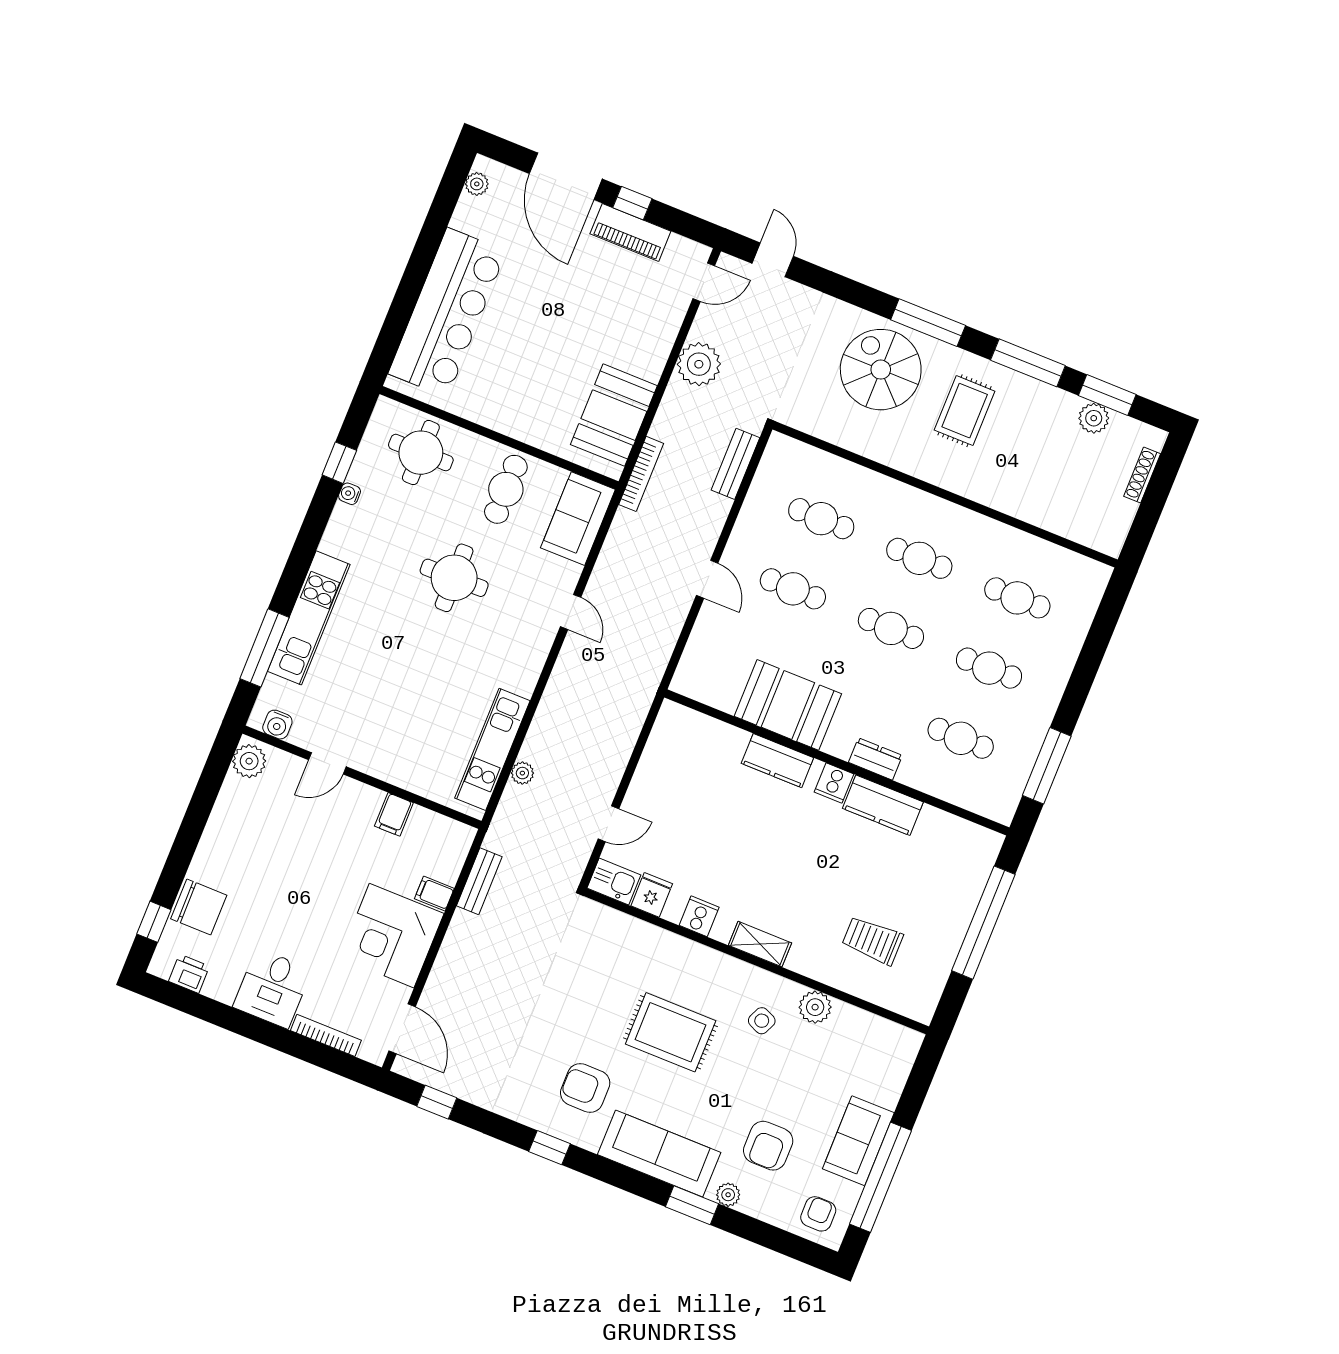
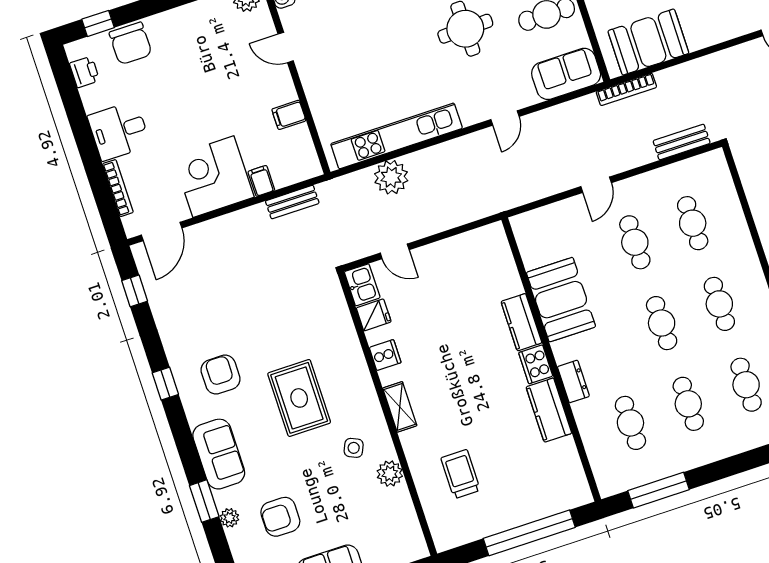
plant: (699, 364) -> (724, 68), removed
kitchen unit: (492, 749) -> (397, 136), width x1.36
plant: (522, 773) -> (391, 177), width x1.88, depth x1.88
cooker: (834, 783) -> (536, 364), width x1.36
sofa: (659, 1154) -> (219, 454), width x0.73

